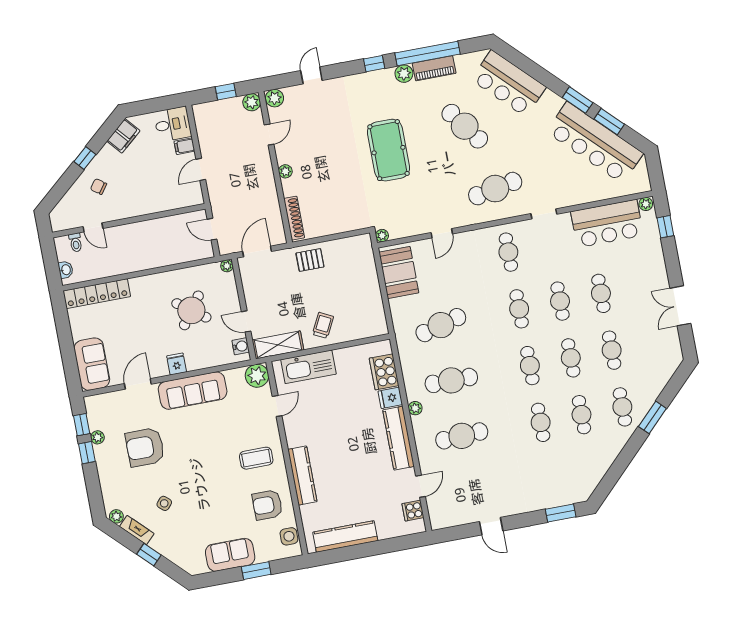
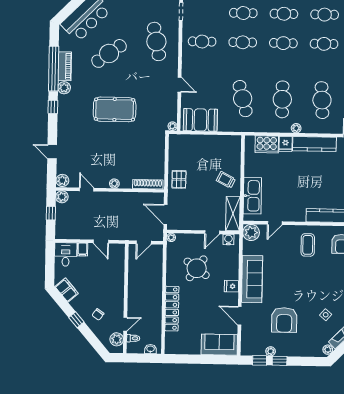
plant: (69, 220) -> (117, 339), added
locker: (97, 294) -> (172, 309), moved
door: (277, 406) -> (275, 223), swing flipped

